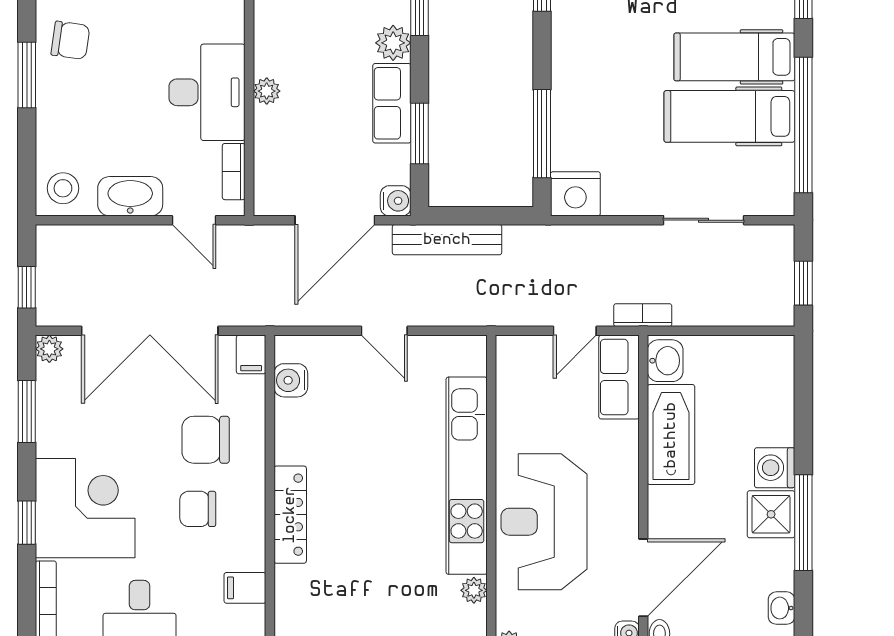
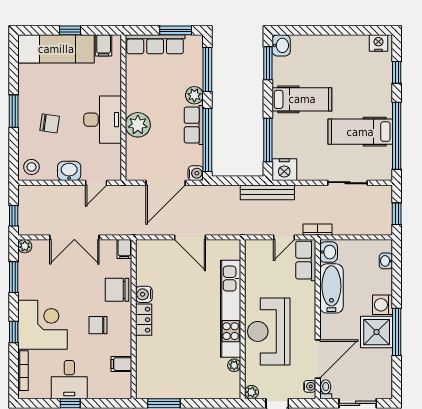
chair: (70, 40) -> (50, 123), moved
hospital bed: (734, 57) -> (302, 99), moved, turned 180
plant: (267, 91) -> (138, 125), width x1.87, depth x1.87
window: (420, 134) -> (207, 140), width x2.11
bookcase: (234, 172) -> (116, 159), removed
washbasin: (130, 196) -> (69, 171), width x0.72
door: (194, 220) -> (96, 183), hinge flipped
bench: (447, 240) -> (267, 192), moved
double door: (150, 331) -> (74, 237), width x0.73
door: (384, 331) -> (190, 237), width x1.38
water cooler: (291, 380) -> (144, 294), moved
chair: (206, 440) -> (117, 290), moved
shower: (771, 514) -> (377, 332), width x1.36, depth x1.36
locker: (290, 515) -> (144, 320), width x0.66
washbasin: (782, 608) -> (386, 261), moved

